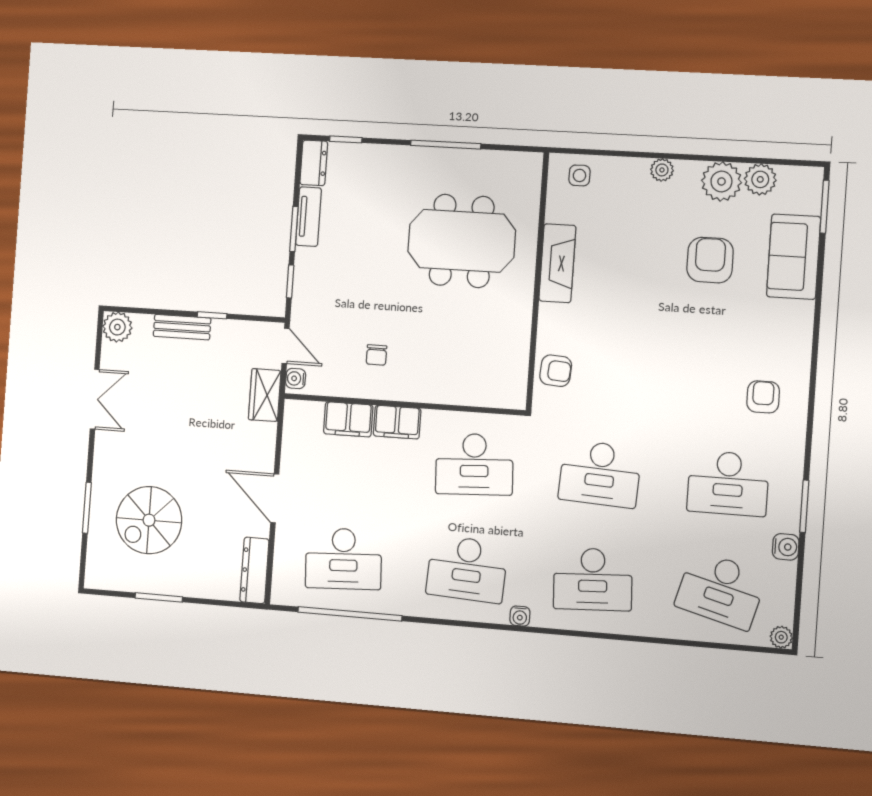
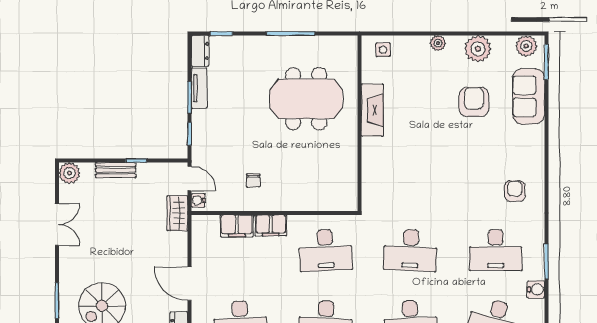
plant: (760, 179) -> (526, 46), moved
armchair: (556, 371) -> (376, 183), removed

